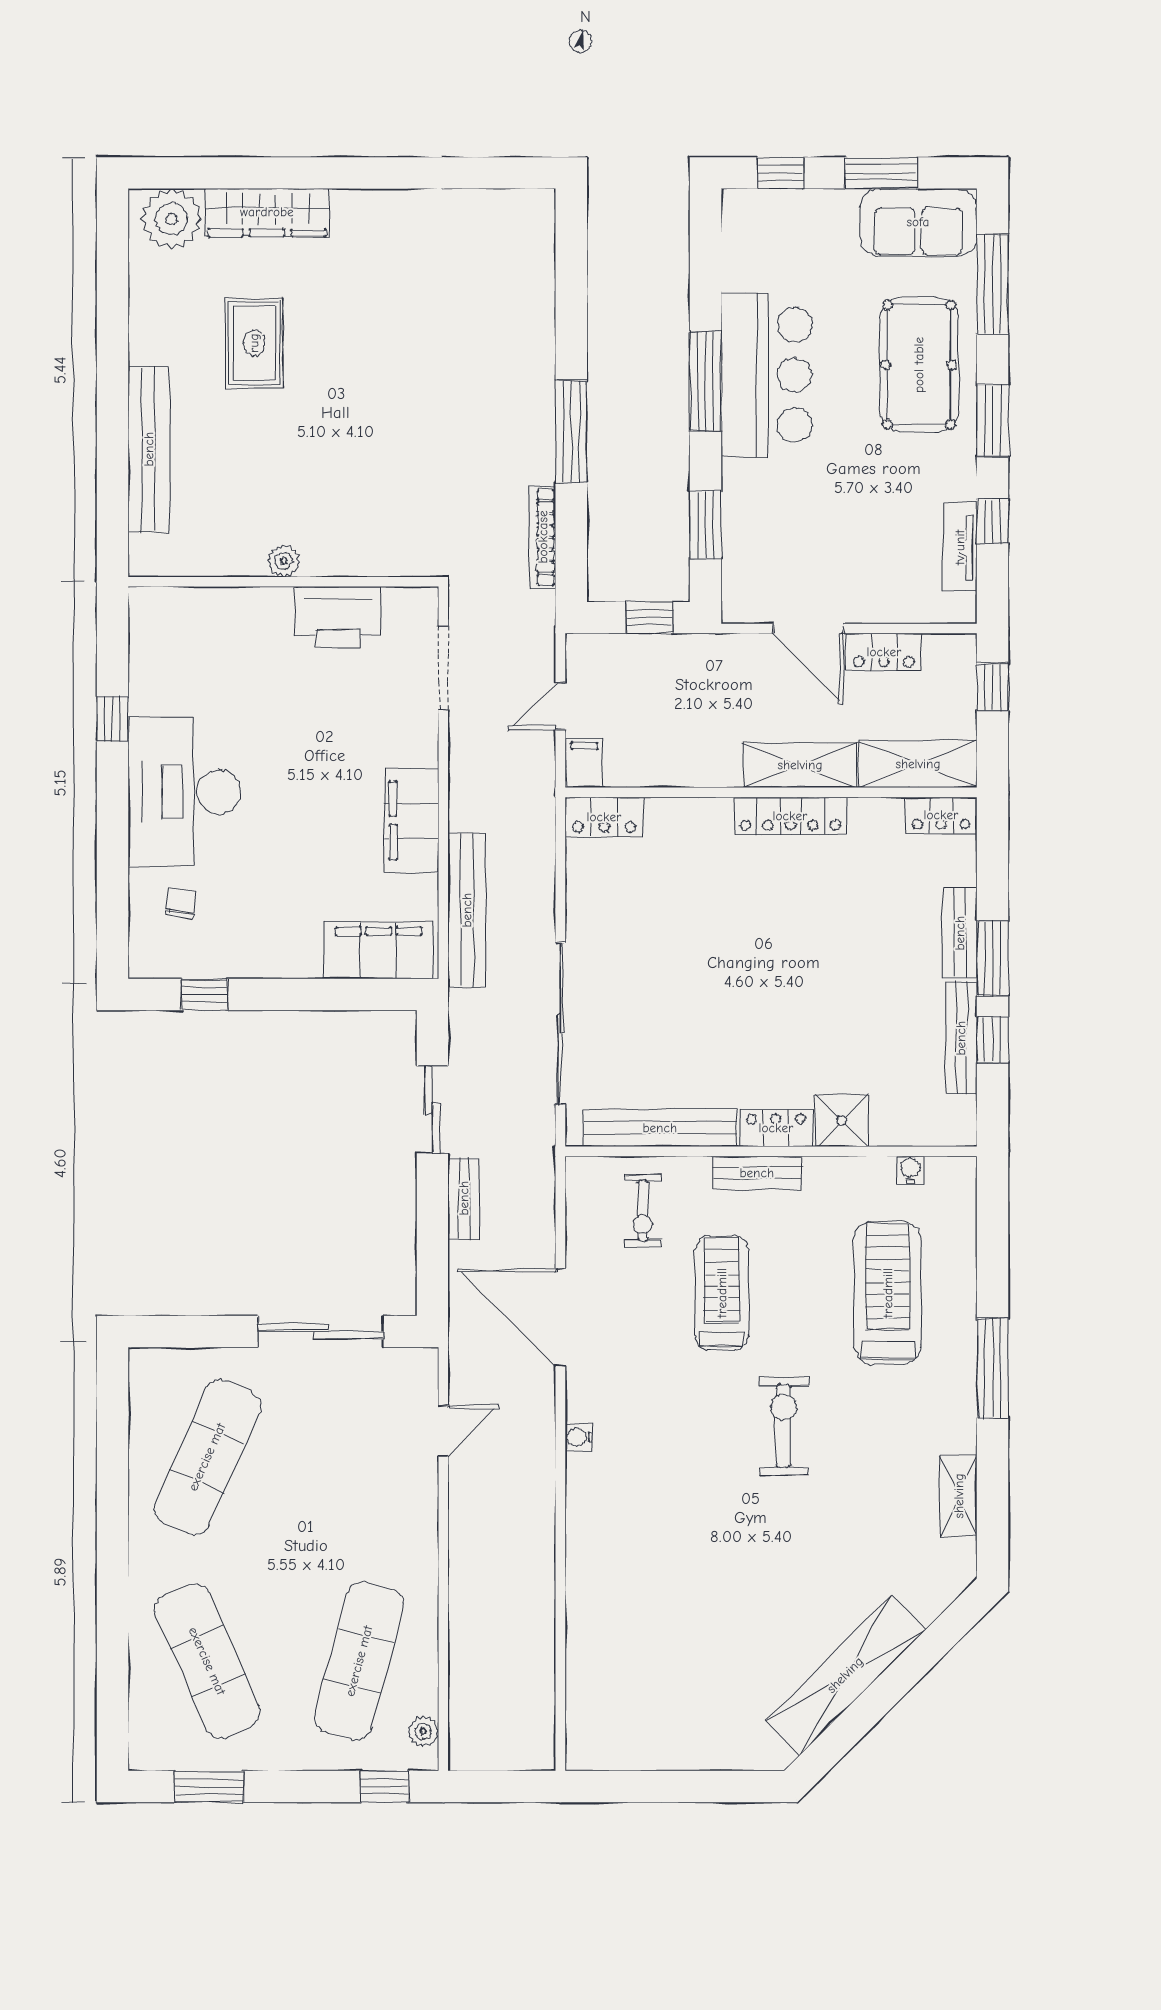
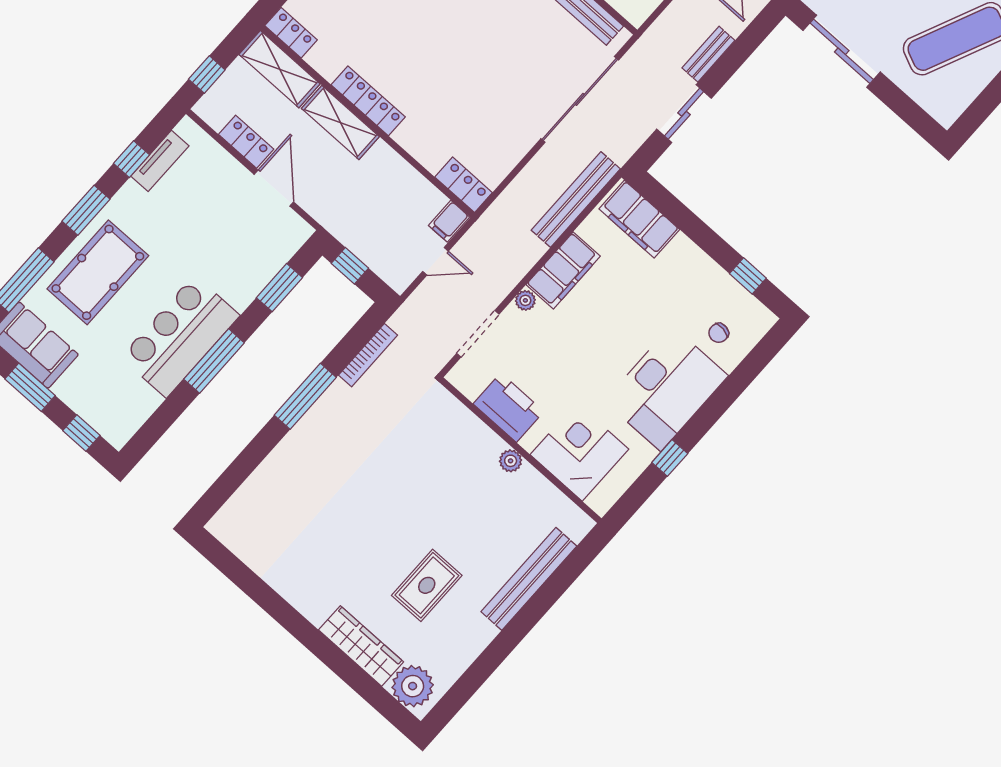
corner desk: (217, 638) -> (579, 452), added
plant: (424, 751) -> (525, 300), added

